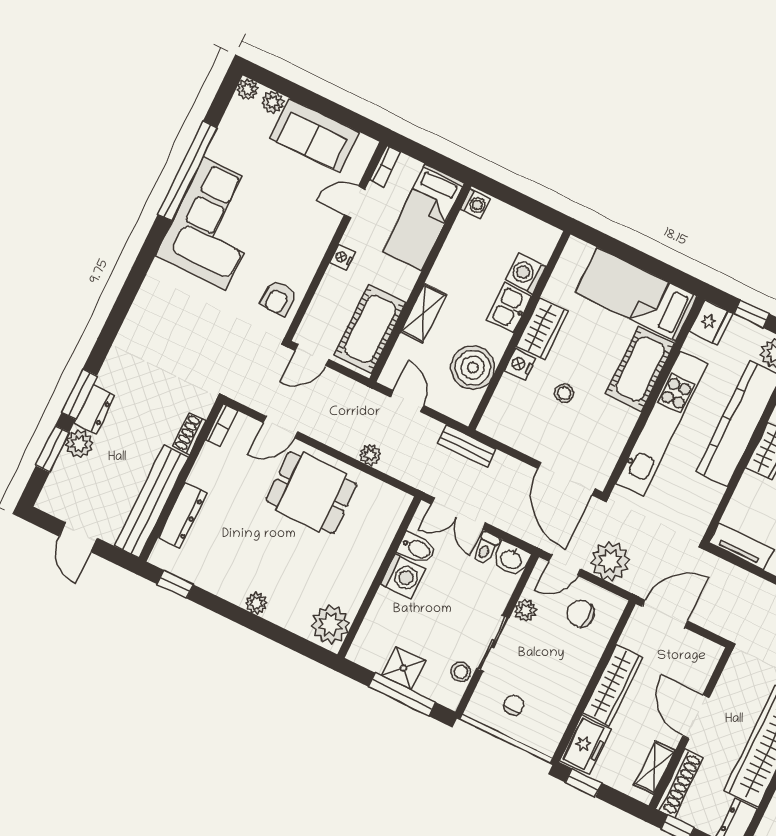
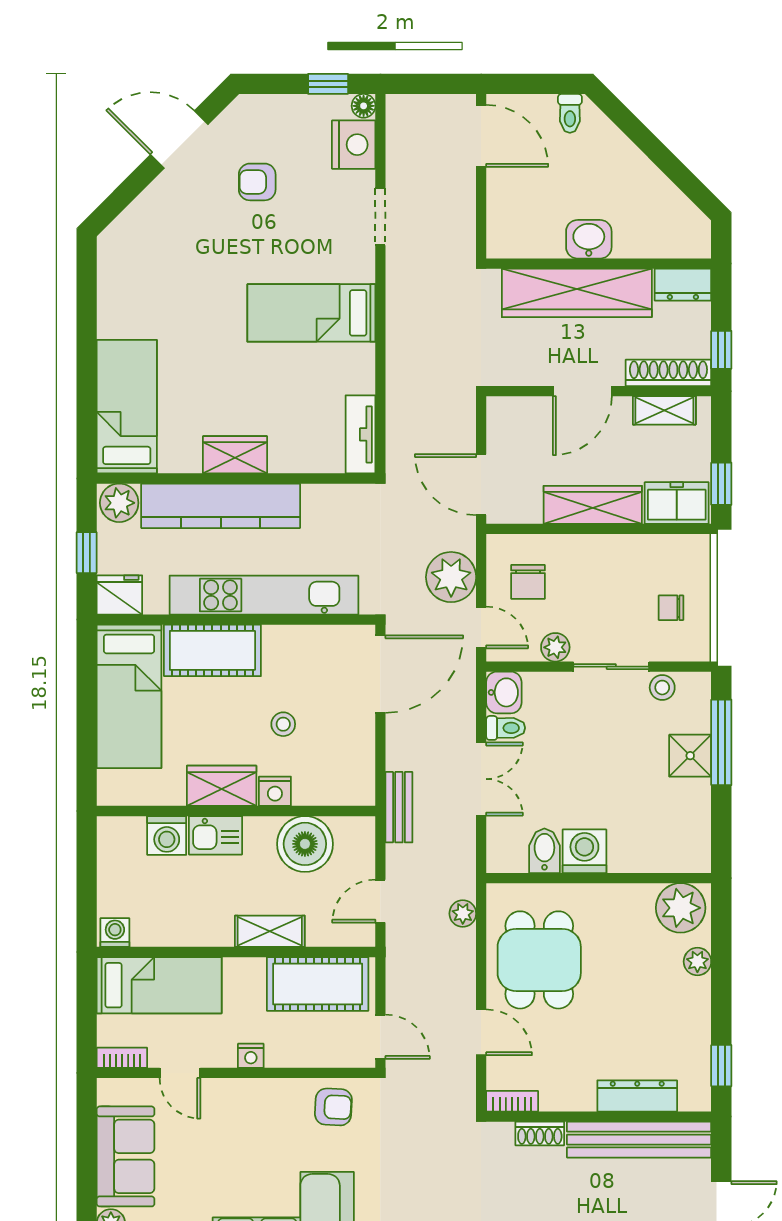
bidet: (417, 548) -> (544, 851), moved
washing machine: (403, 576) -> (584, 851), moved
wall: (379, 577) -> (599, 878), moved
plant: (330, 624) -> (681, 908), moved

